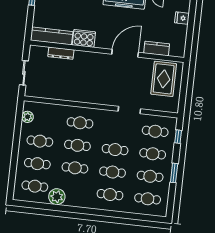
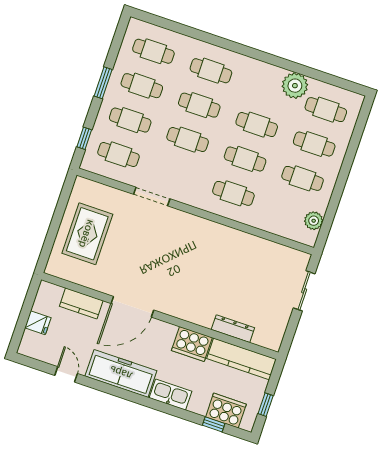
kitchen counter: (52, 36) -> (241, 359), moved
cooker: (84, 38) -> (192, 344), moved
kitchen counter: (157, 48) -> (81, 303), moved
wall: (107, 51) -> (160, 316), moved
dresser: (61, 53) -> (233, 329), moved
door: (125, 53) -> (132, 307), moved

